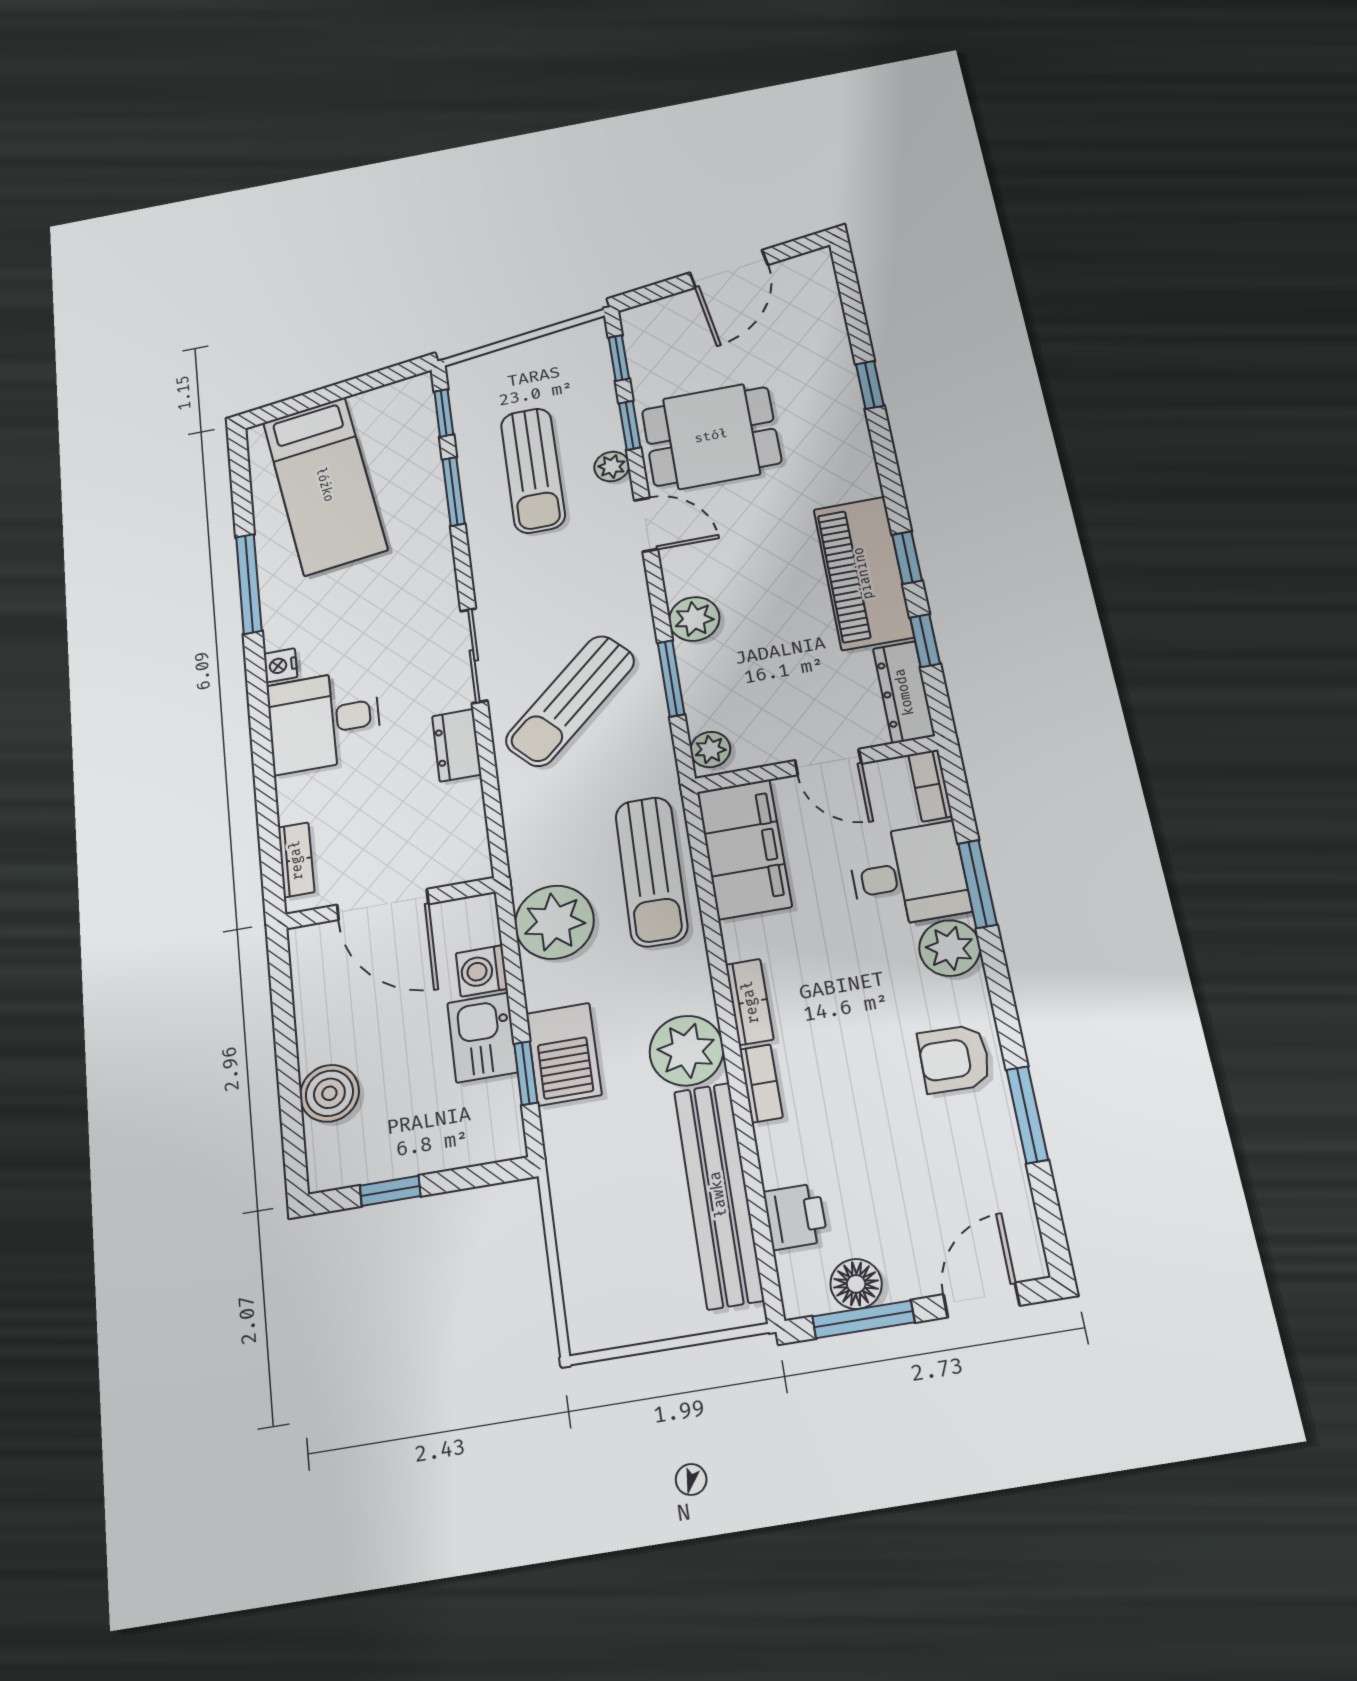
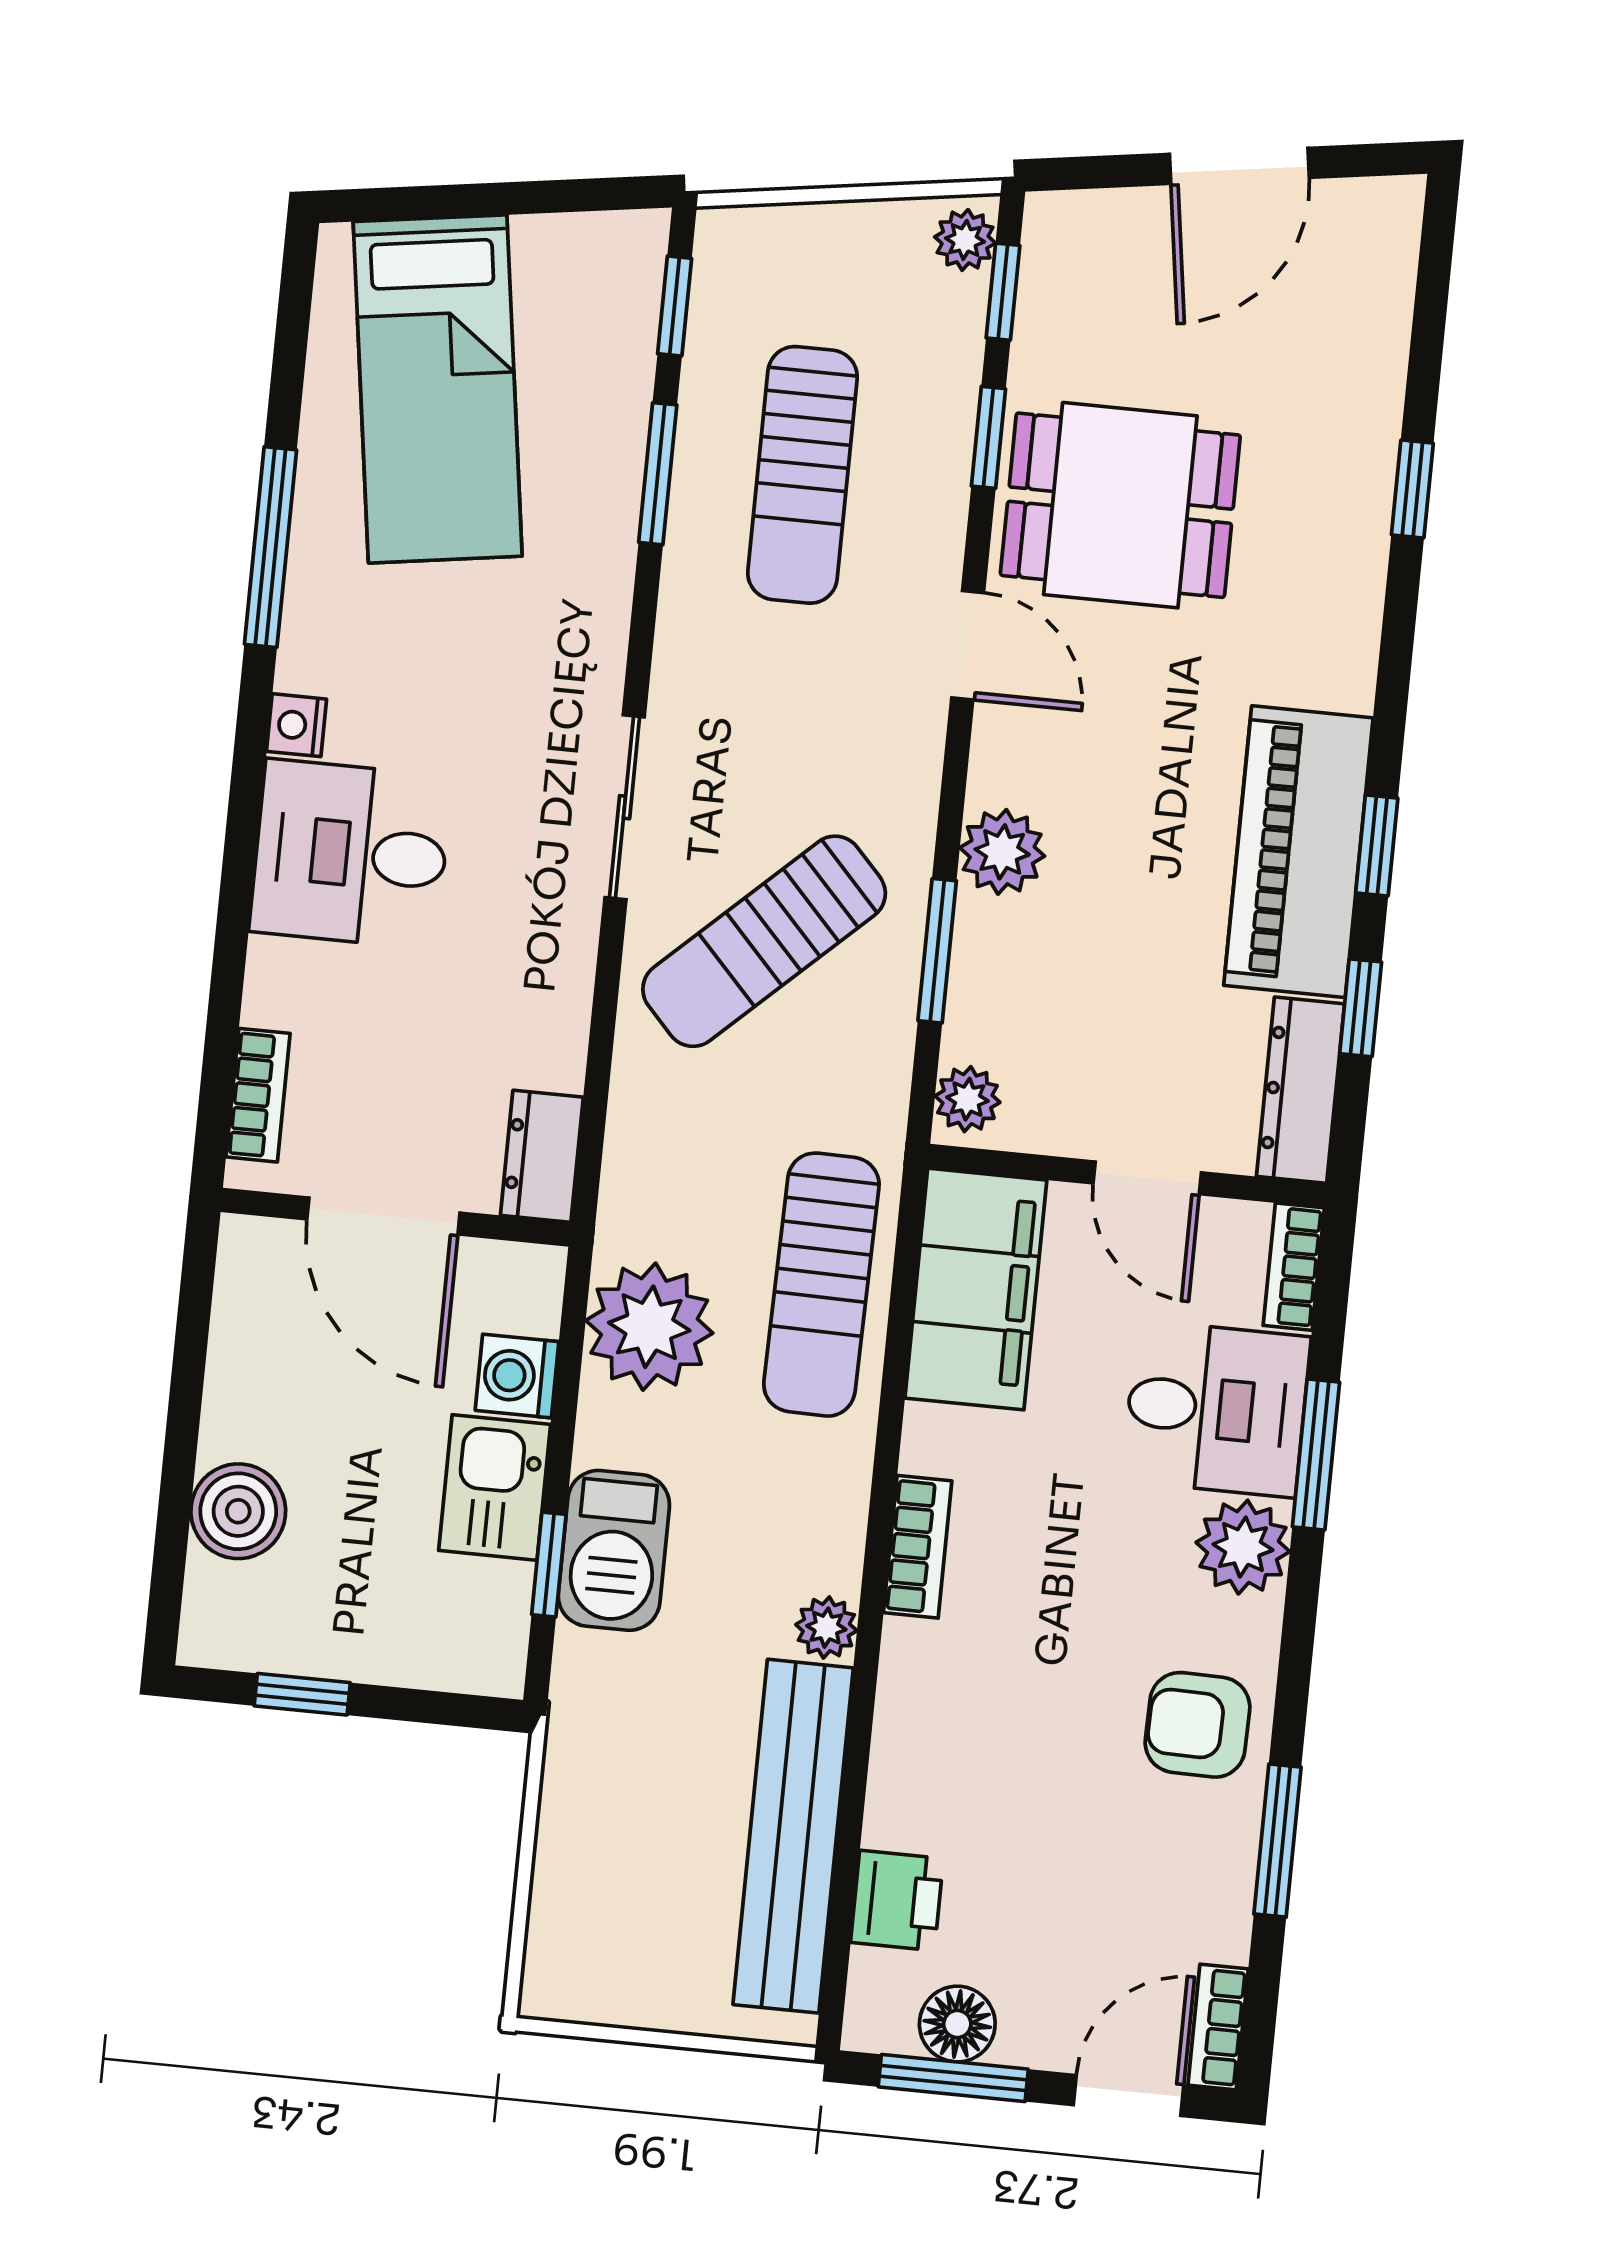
plant: (612, 466) -> (965, 240), moved
dresser: (457, 745) -> (542, 1156), moved
plant: (686, 1051) -> (826, 1628), width x0.53, depth x0.53
bookcase: (761, 1083) -> (1218, 2027), moved, turned 180

